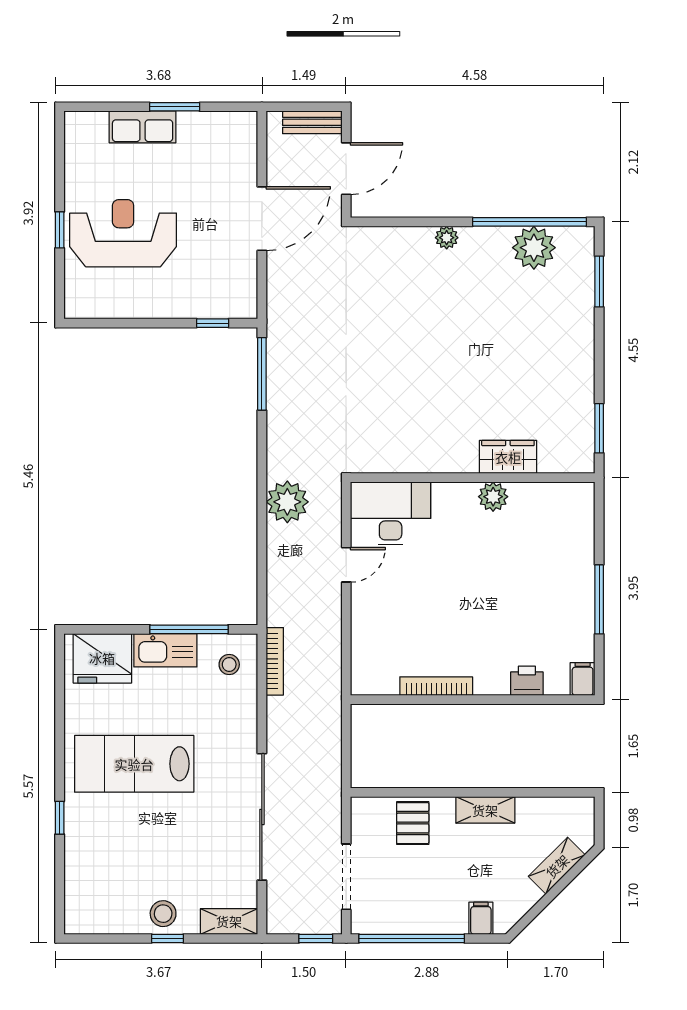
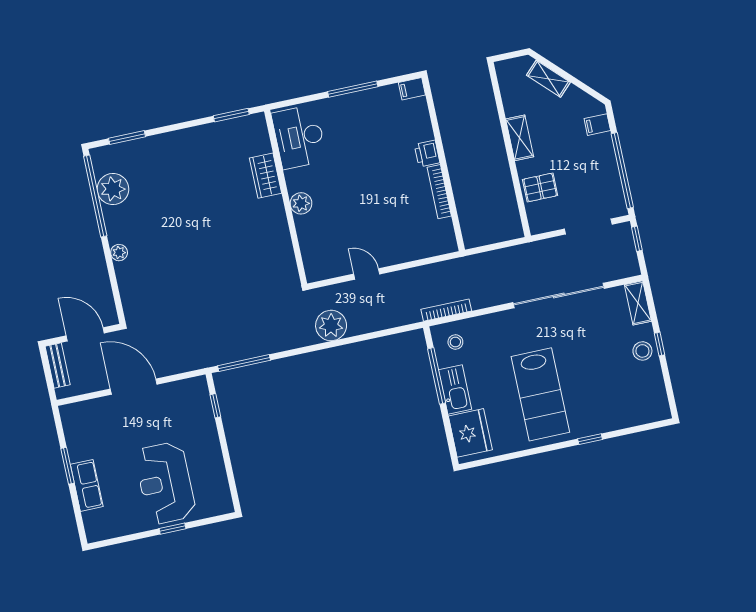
plant: (493, 497) -> (301, 203), moved
desk: (391, 513) -> (299, 137), moved
printer: (527, 681) -> (427, 154), moved

